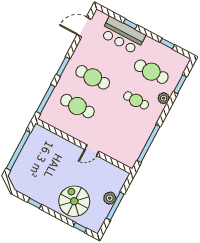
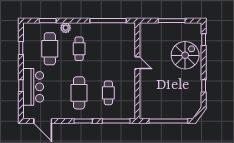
cafe table: (77, 106) -> (108, 93), width x0.73, depth x0.74
plant: (110, 198) -> (168, 28), removed
spiral stairs: (74, 201) -> (185, 55), turned 180

